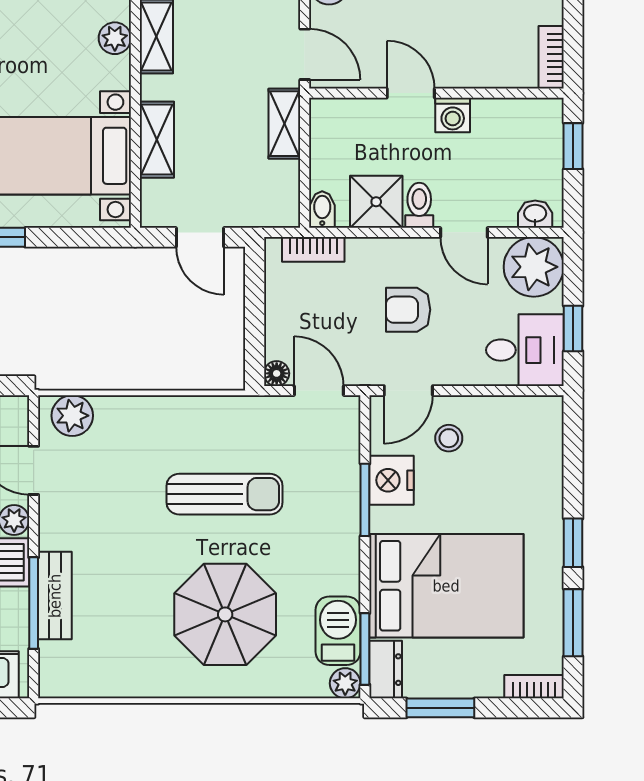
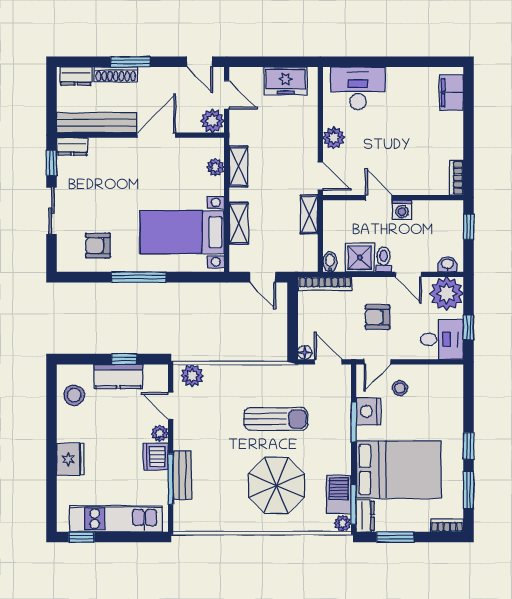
bookcase: (313, 249) -> (325, 284), width x1.56

